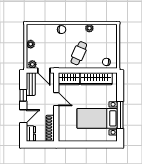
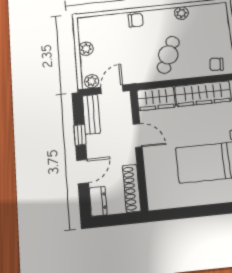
door: (44, 70) -> (112, 89), swing flipped

